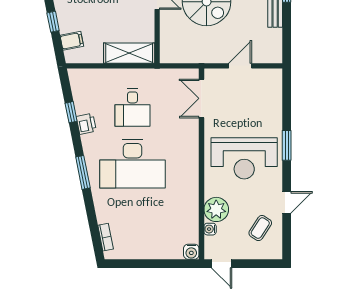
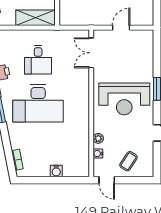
plant: (216, 209) -> (98, 138), width x0.53, depth x0.53
coffee table: (260, 228) -> (129, 161), moved
water cooler: (191, 252) -> (56, 171), moved

